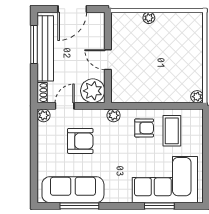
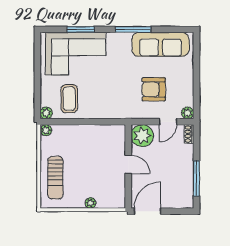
door: (72, 9) -> (147, 211), moved
sun lounger: (187, 45) -> (55, 178), added
bench: (45, 48) -> (186, 175), removed
plant: (114, 115) -> (46, 113), moved
armchair: (144, 128) -> (95, 101), removed
window: (79, 206) -> (133, 29), moved

